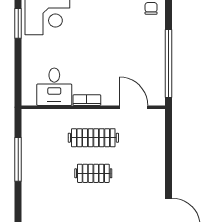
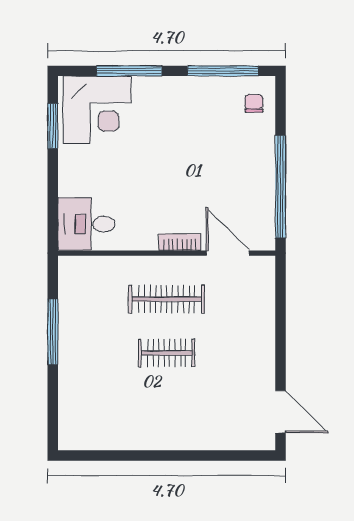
desk: (54, 87) -> (86, 224), moved, turned 90
bookcase: (87, 100) -> (180, 242), moved

